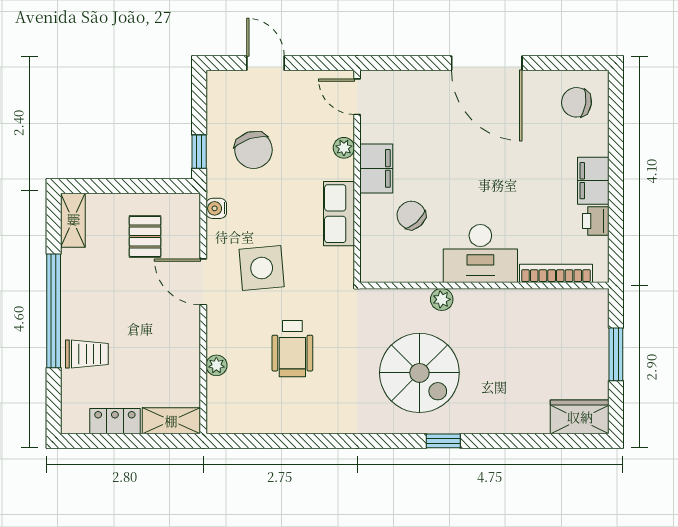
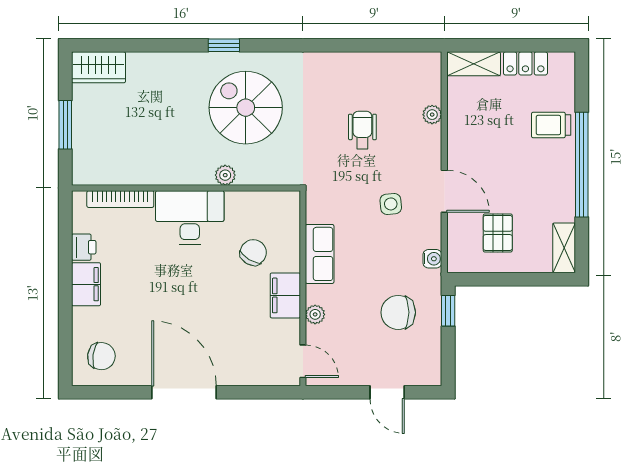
chair: (253, 150) -> (398, 312), turned -72
chair: (411, 215) -> (253, 252), turned -107
side table: (262, 268) -> (391, 204), width x0.54, depth x0.54
wheelchair: (292, 349) -> (362, 130), width x0.73, depth x0.73

